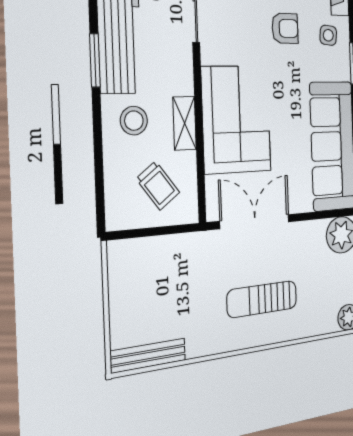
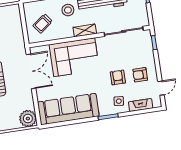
armchair: (285, 28) -> (118, 77), turned 180
shelving: (185, 123) -> (85, 30), moved

